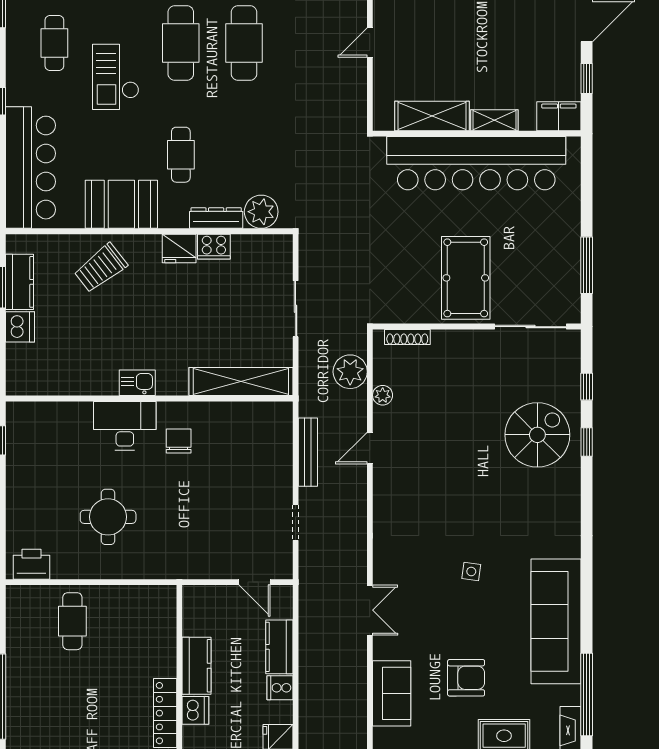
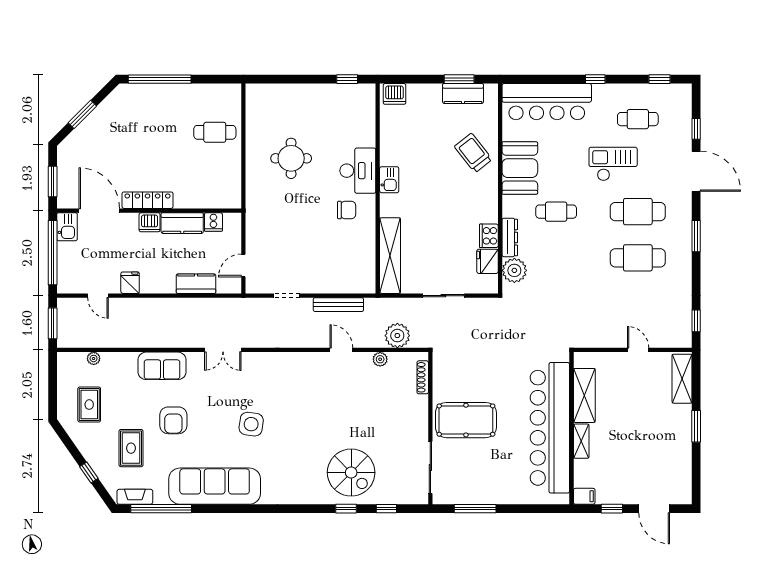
filing cabinet: (559, 116) -> (584, 496), width x0.50
fridge: (179, 248) -> (487, 261), moved
dishwasher: (20, 327) -> (395, 94), moved
printer: (31, 564) -> (256, 102), removed
side table: (471, 571) -> (251, 424), width x1.87, depth x1.87
cooker: (280, 688) -> (213, 222), moved, turned 180

